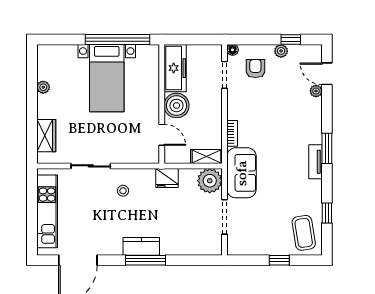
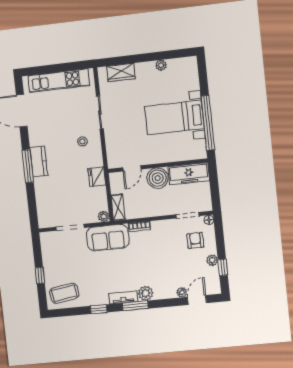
armchair: (255, 69) -> (195, 240), turned -90
plant: (313, 134) -> (146, 293), added
plant: (210, 181) -> (104, 216), width x0.53, depth x0.53
window: (327, 213) -> (99, 309), moved

